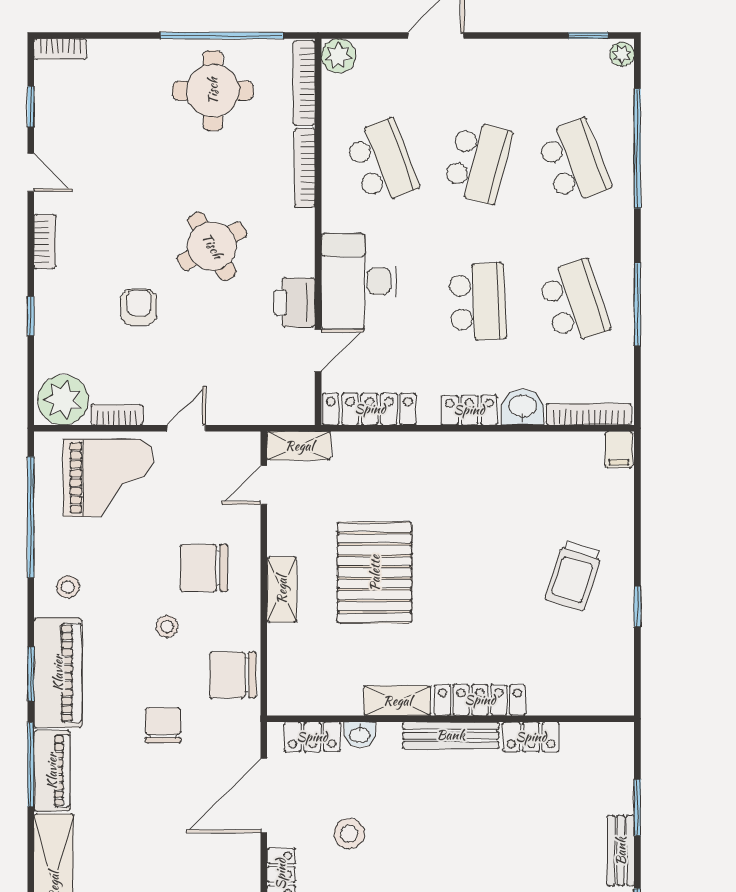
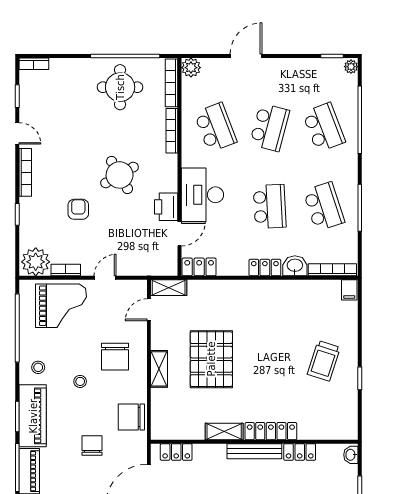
bookcase: (45, 242) -> (25, 172), width x1.56
locker: (370, 409) -> (199, 267), width x0.66
chair: (204, 568) -> (115, 357), turned -90
stool: (167, 626) -> (80, 381), moved
washbasin: (360, 735) -> (351, 455), moved, turned 90

